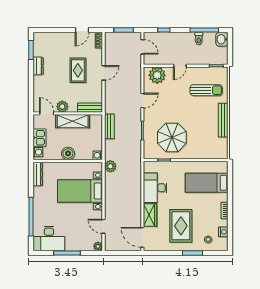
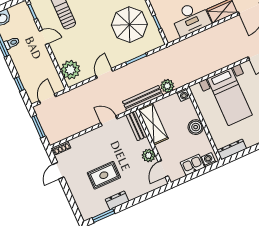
door: (82, 30) -> (58, 171), swing flipped
door: (180, 66) -> (44, 37), moved
rug: (78, 70) -> (104, 175), moved
door: (103, 73) -> (109, 121), moved
door: (142, 101) -> (104, 73), hinge flipped
shelving: (73, 121) -> (153, 124), moved
bench: (109, 126) -> (143, 98), width x1.36
plant: (110, 166) -> (167, 86), moved

